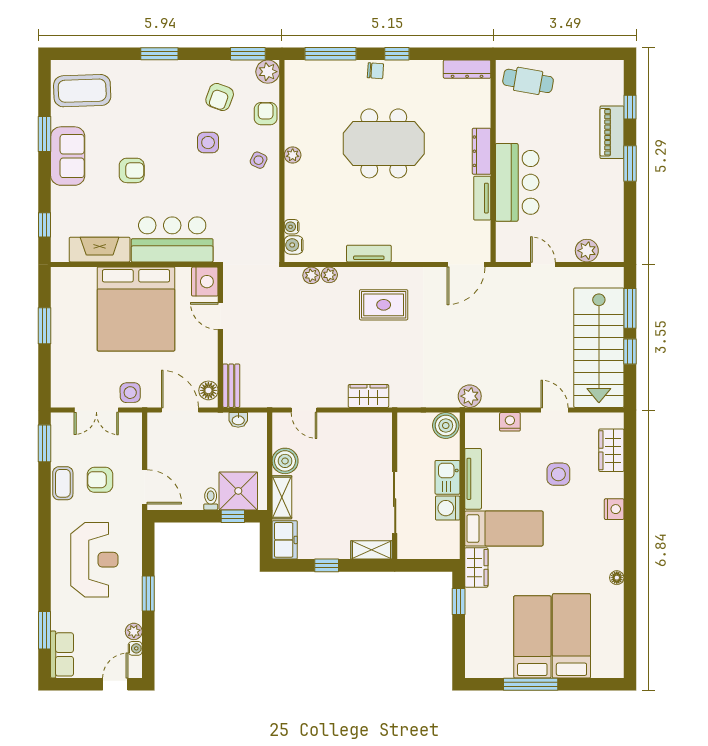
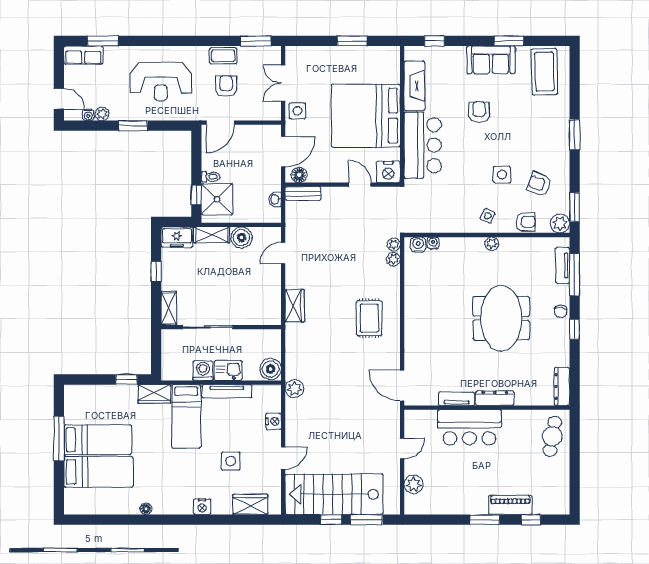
armchair: (132, 170) -> (479, 112), turned 180
tv unit: (369, 254) -> (563, 265), moved, turned 180
plant: (329, 275) -> (394, 244), moved
door: (220, 316) -> (360, 185), hinge flipped

